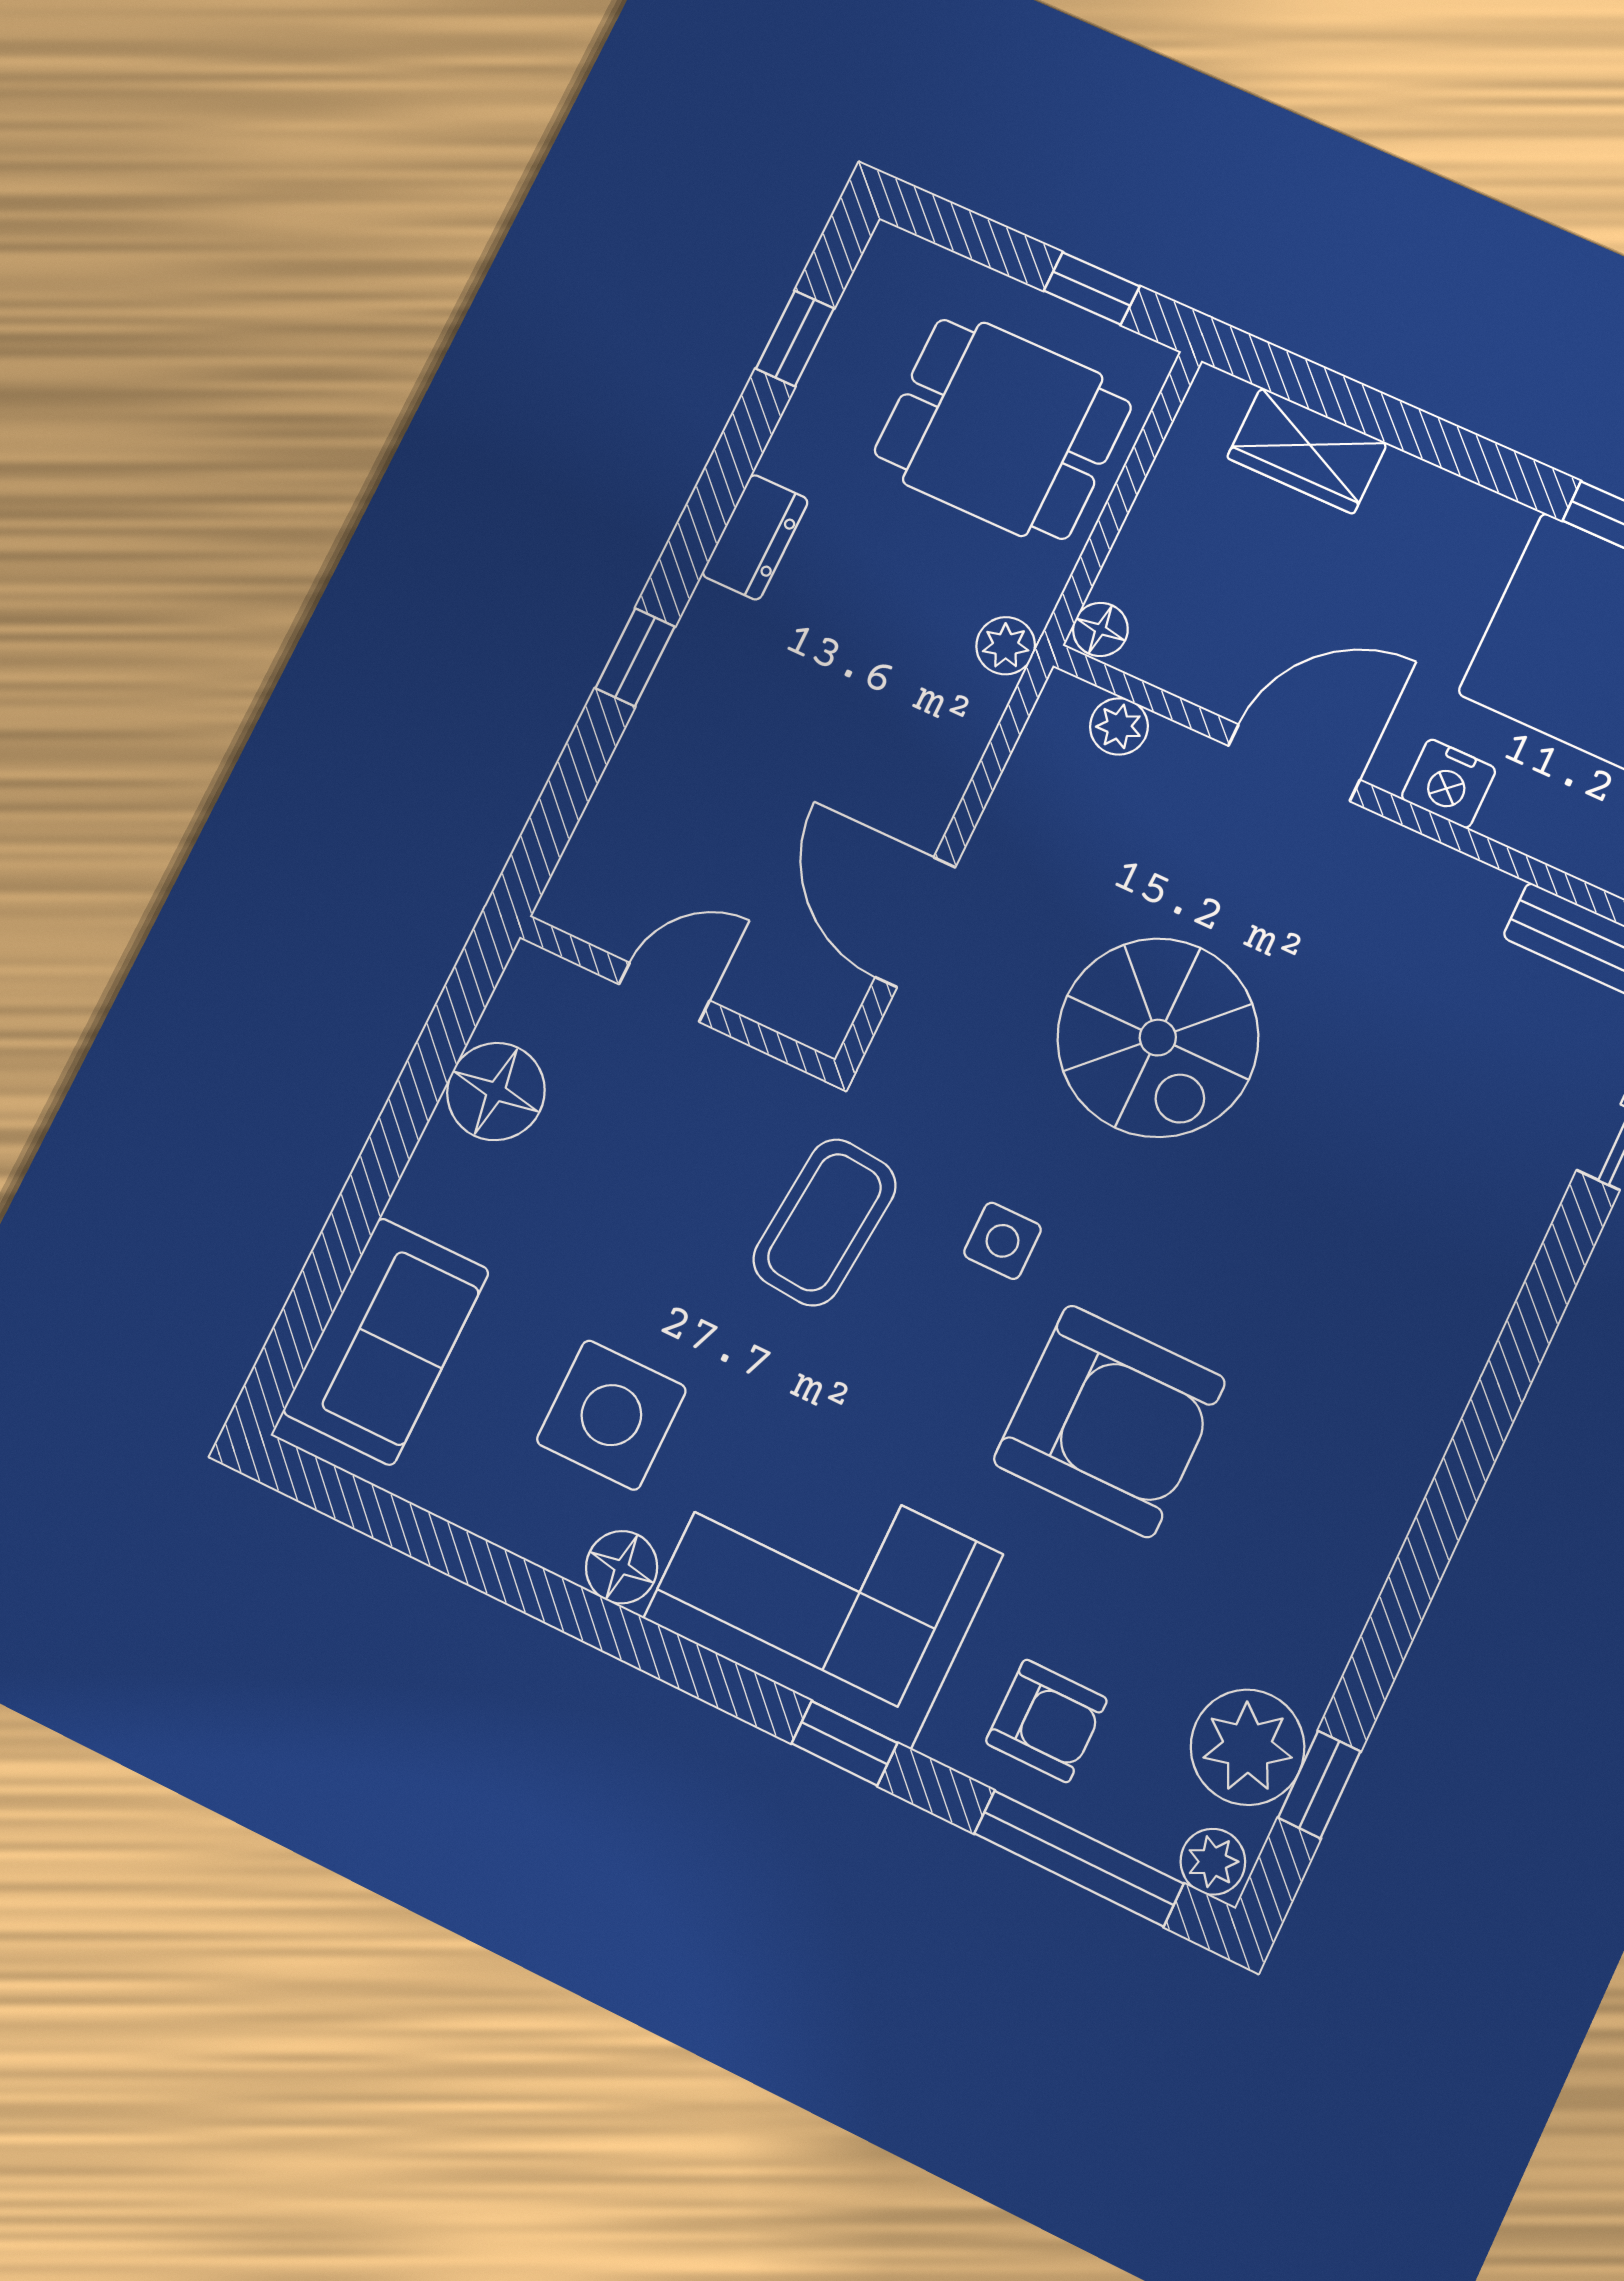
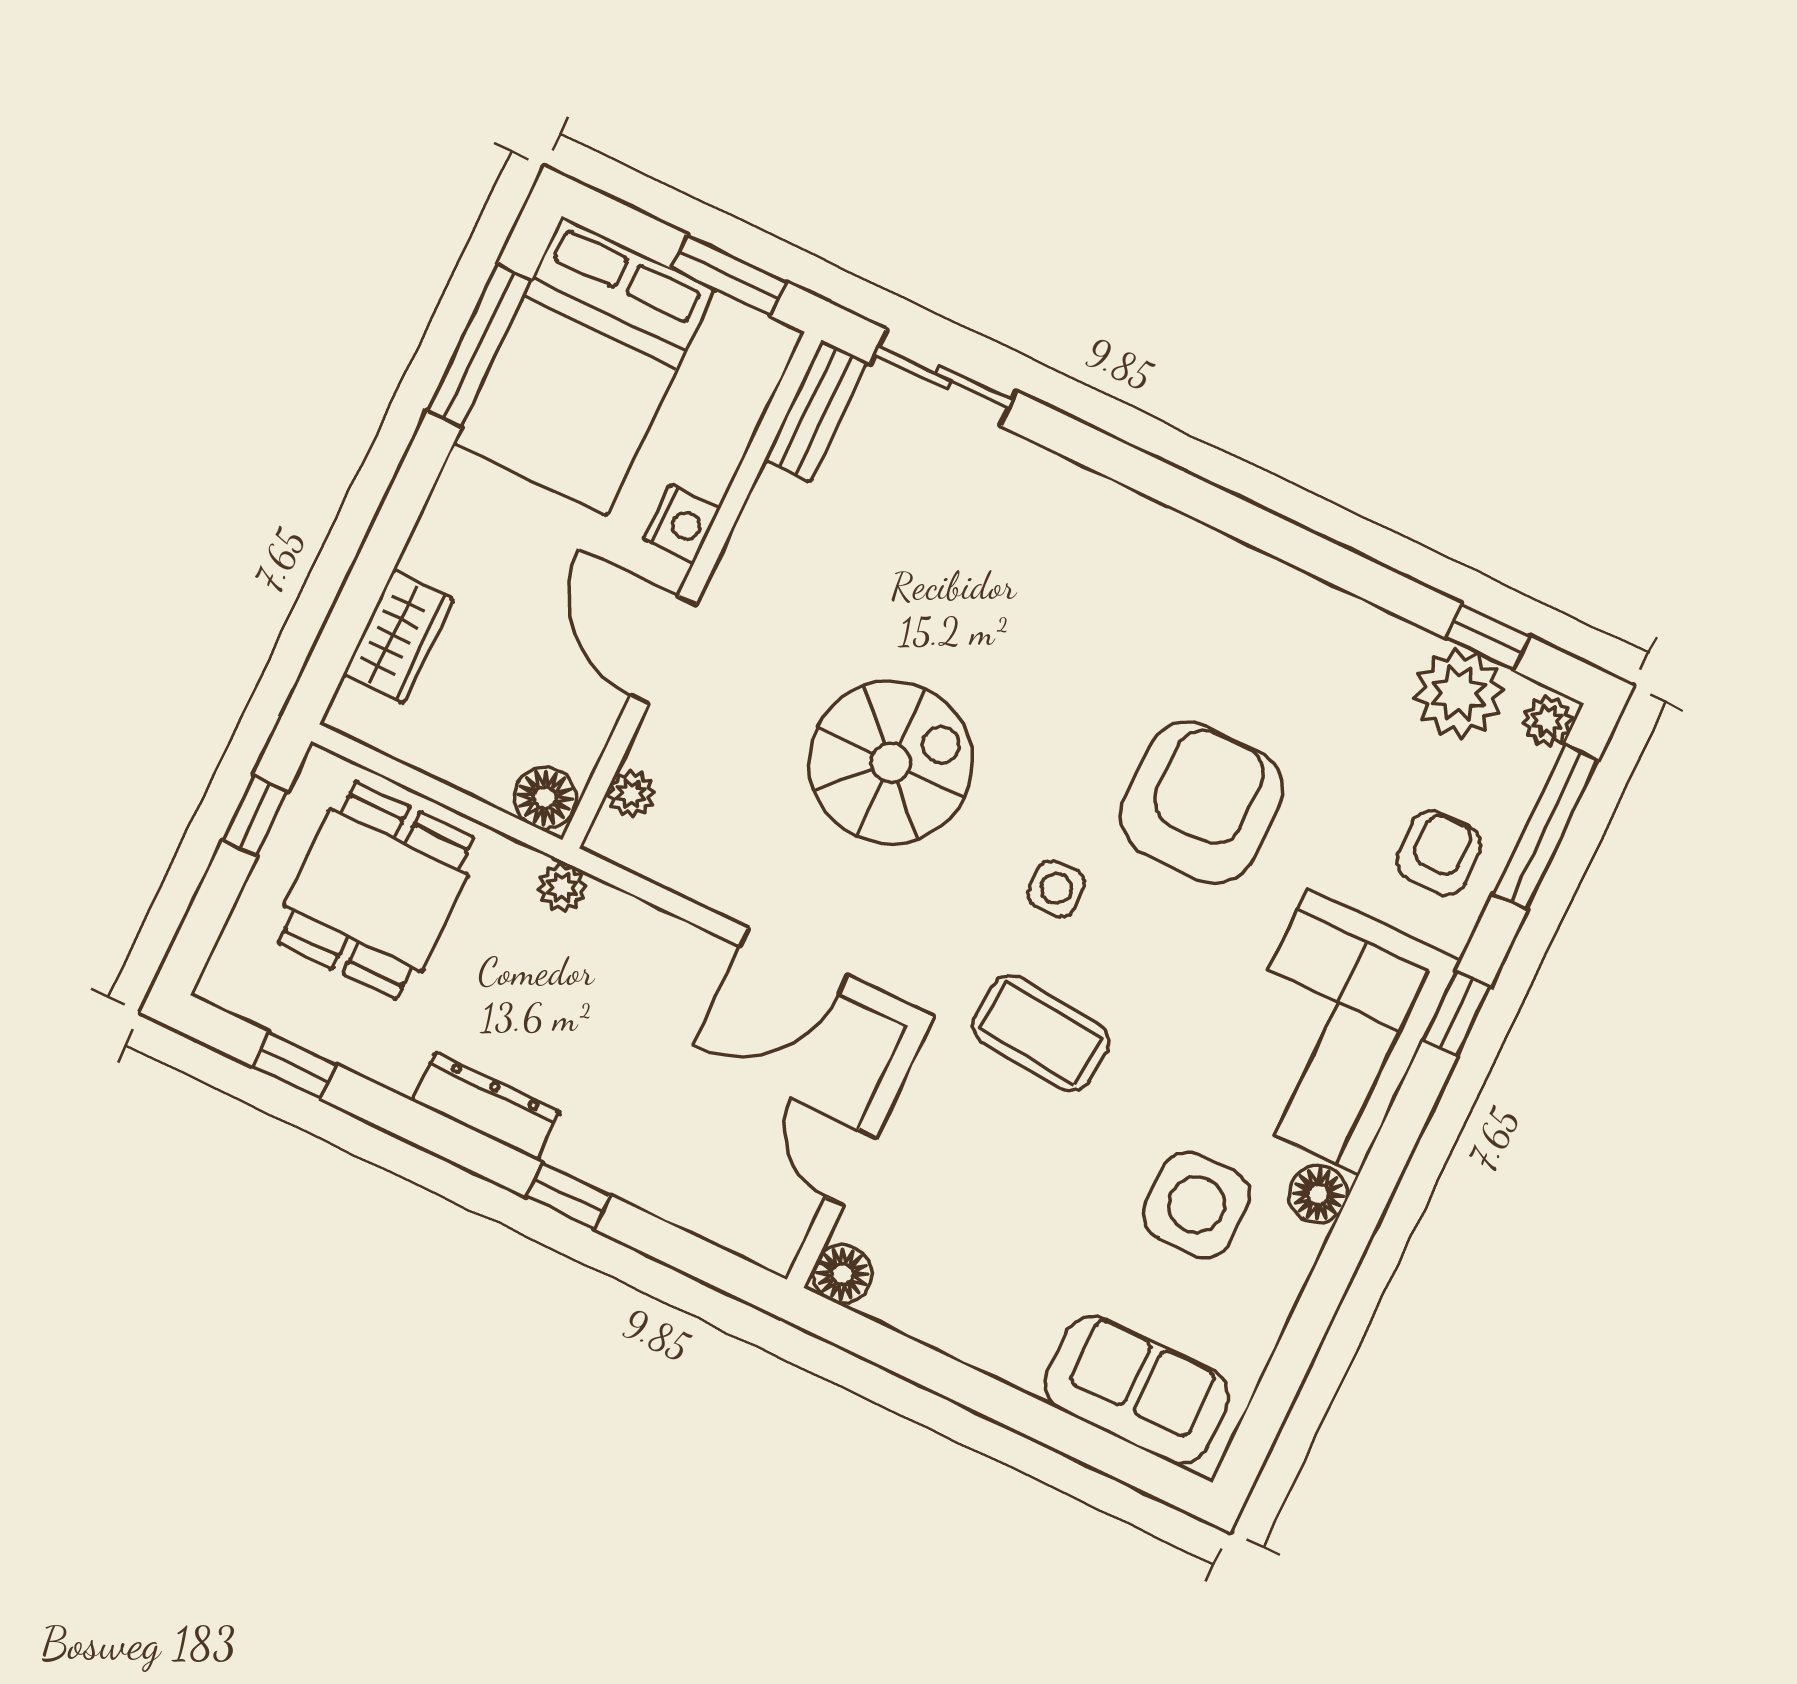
dresser: (755, 537) -> (486, 1106), width x1.44
floor lamp: (1100, 629) -> (545, 798), width x1.37, depth x1.37
floor lamp: (496, 1091) -> (842, 1274), moved, width x0.73, depth x0.73

